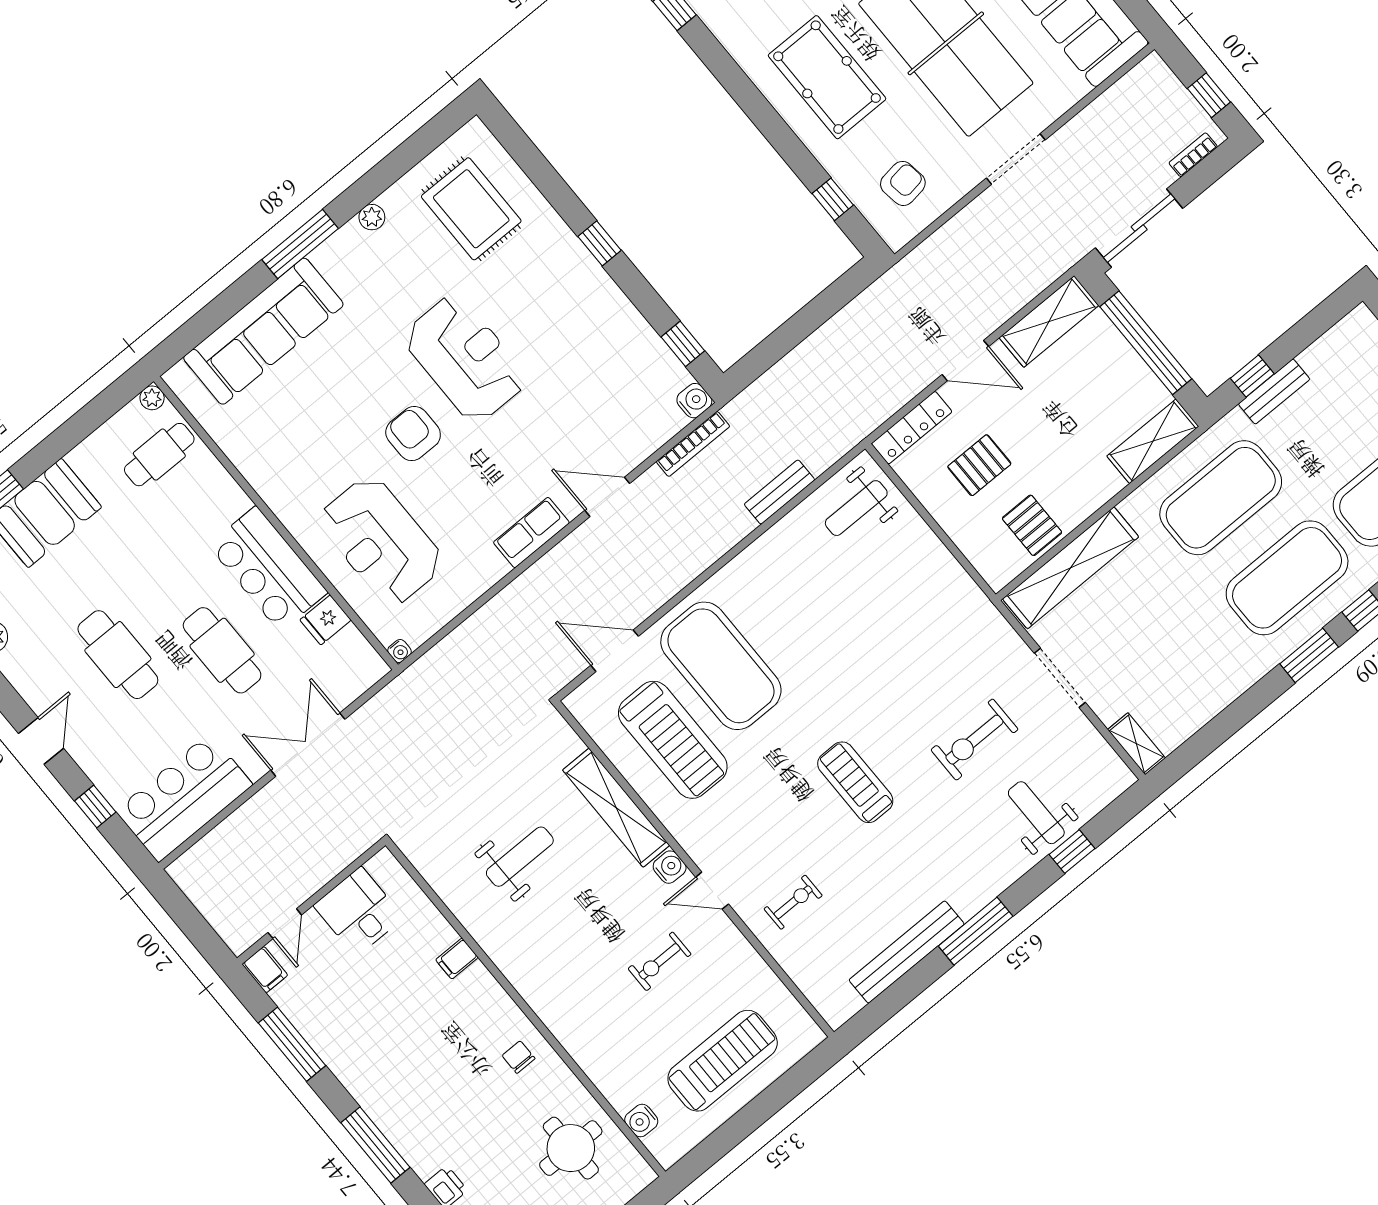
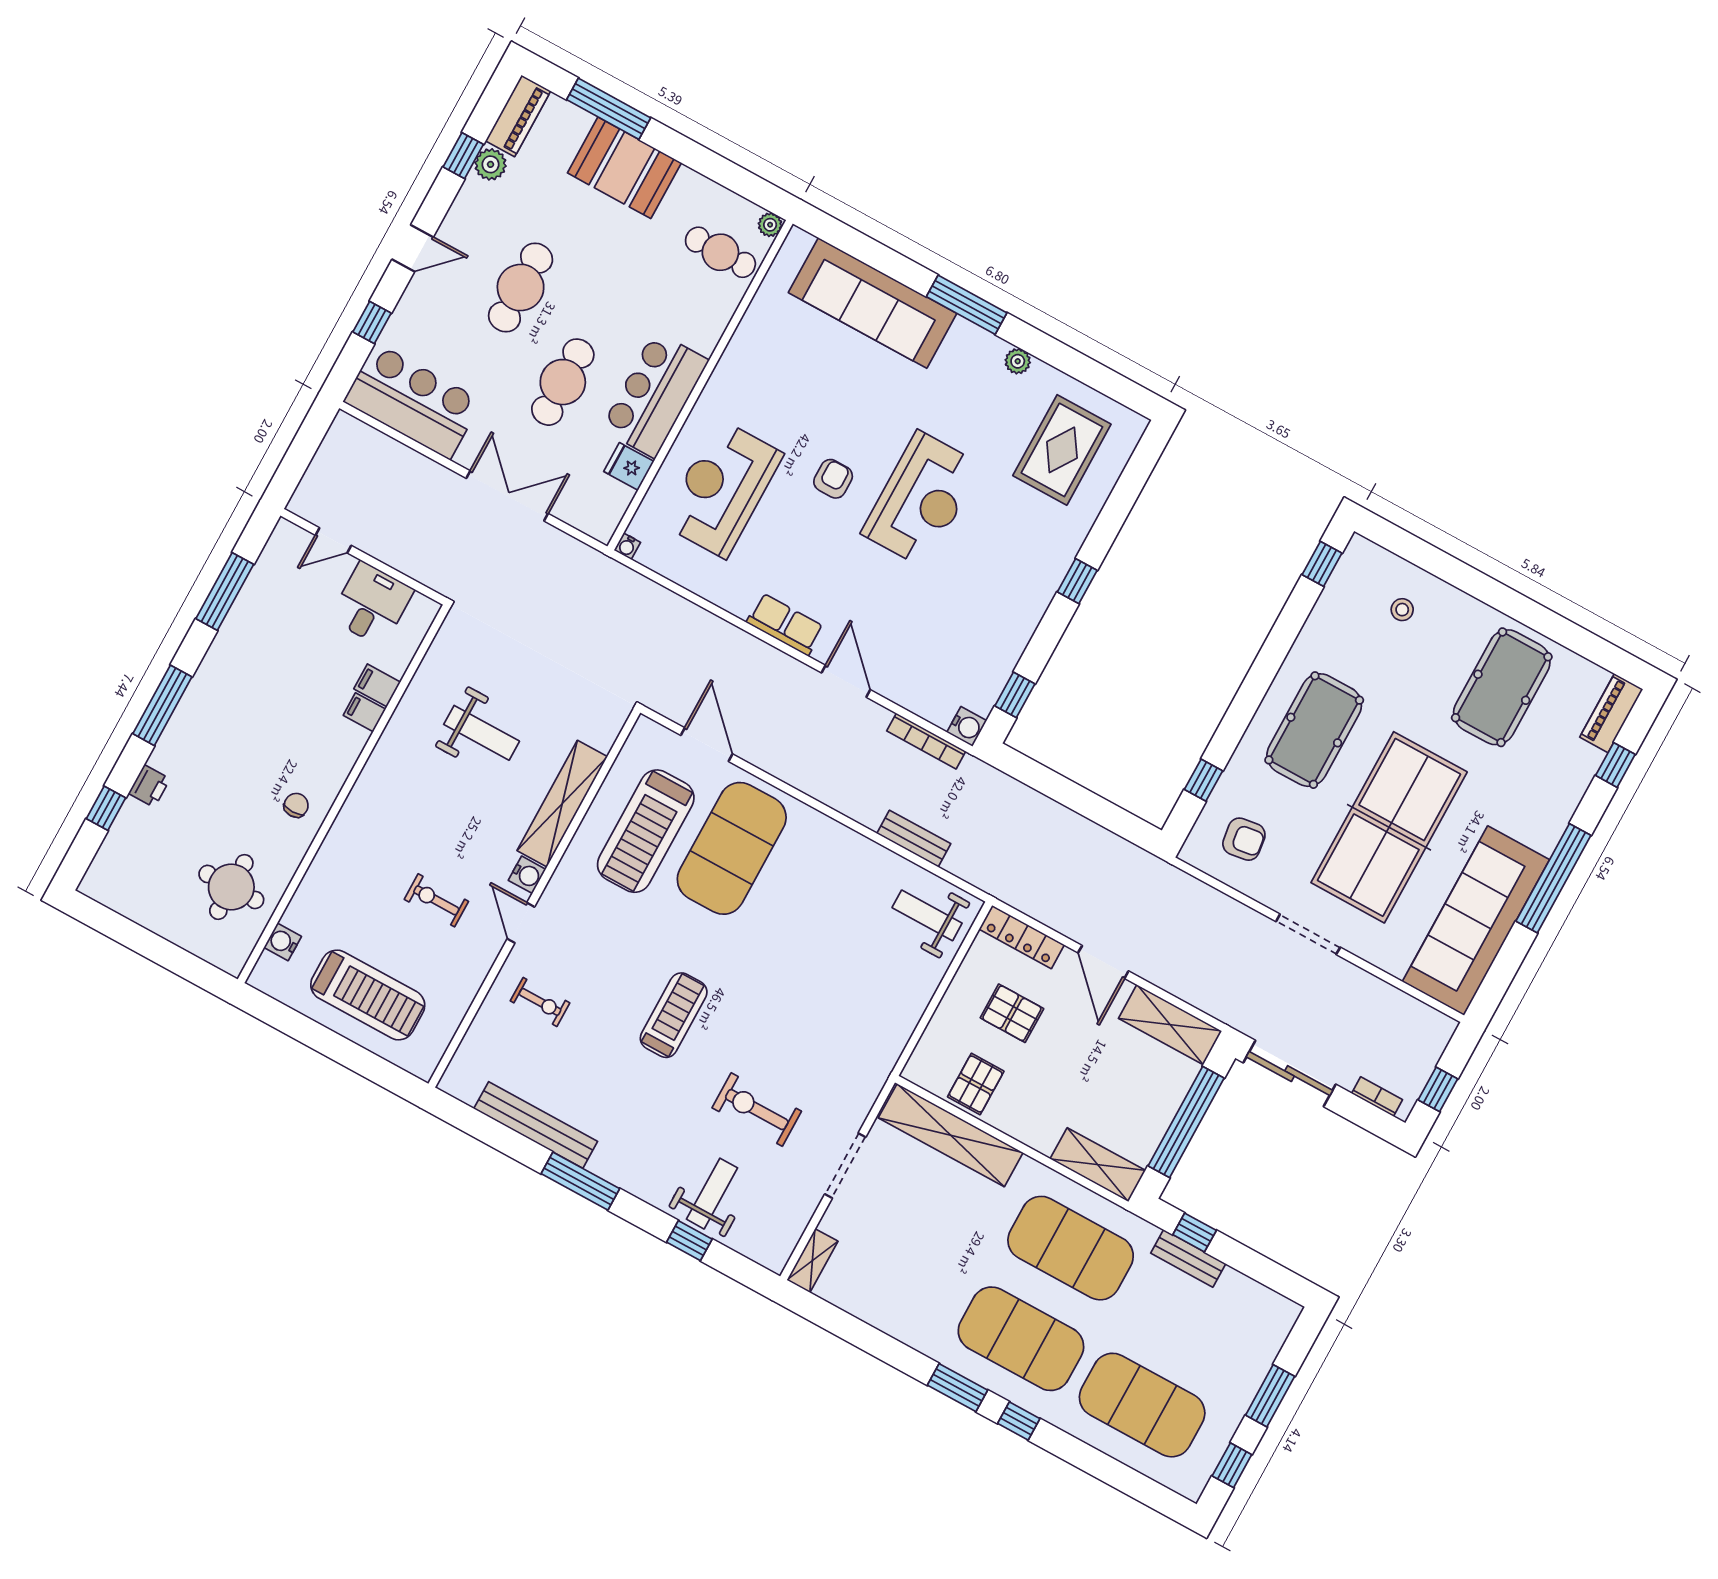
armchair: (413, 434) -> (833, 479), width x0.72, depth x0.72
filing cabinet: (265, 970) -> (377, 685), moved, turned 90

